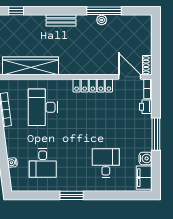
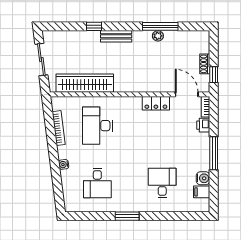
window: (16, 11) -> (94, 26), moved
window: (156, 58) -> (214, 75), added
shoe rack: (147, 65) -> (205, 64), moved
locker: (93, 86) -> (156, 103), width x0.66
water cooler: (12, 163) -> (64, 164), moved
filing cabinet: (144, 178) -> (202, 192), width x0.50

